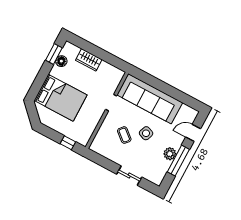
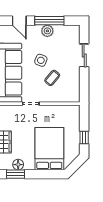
window: (68, 143) -> (84, 138), moved

